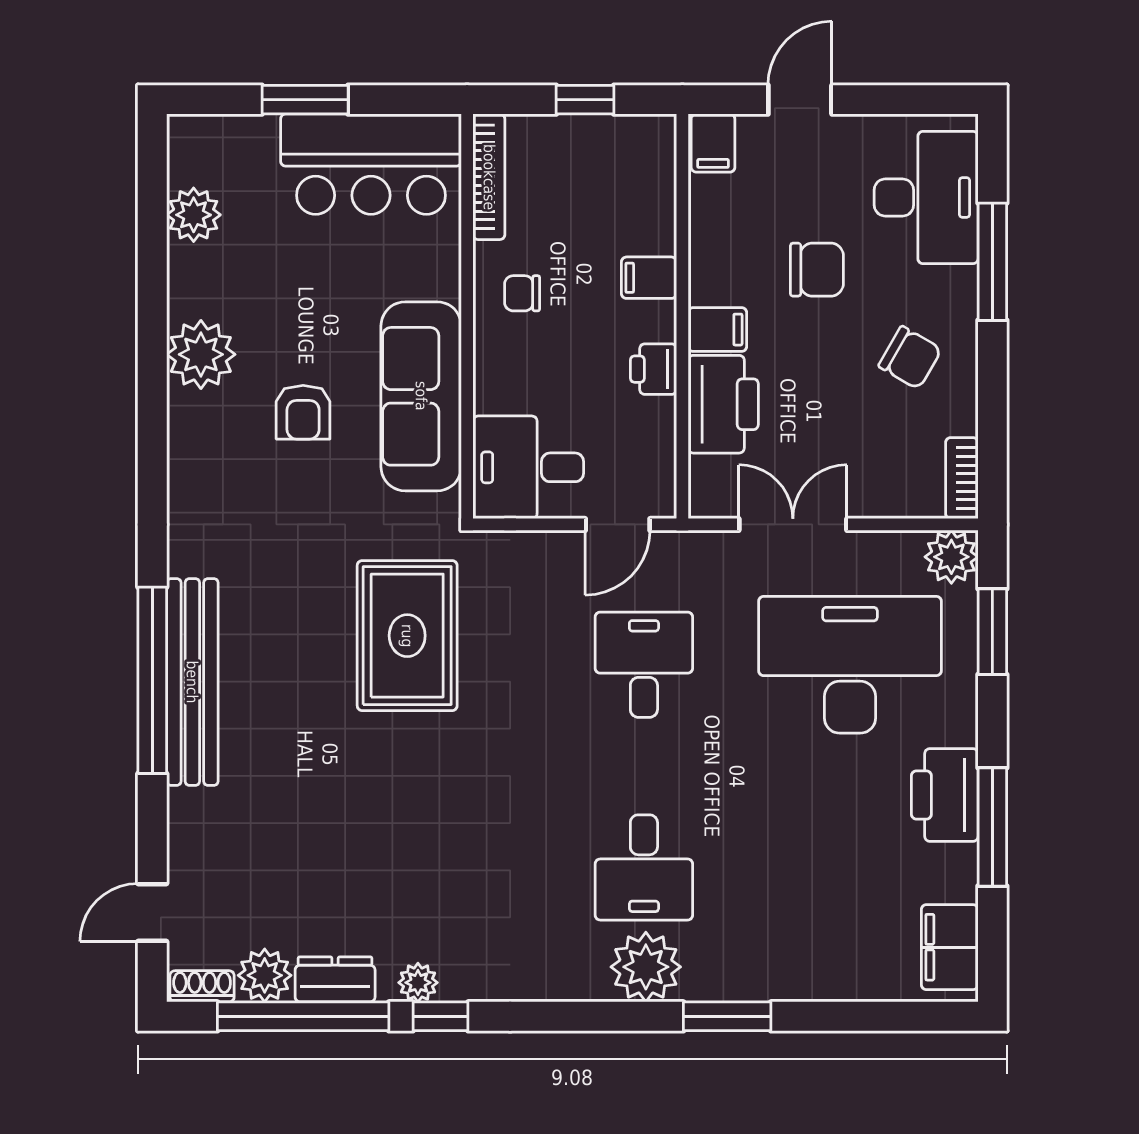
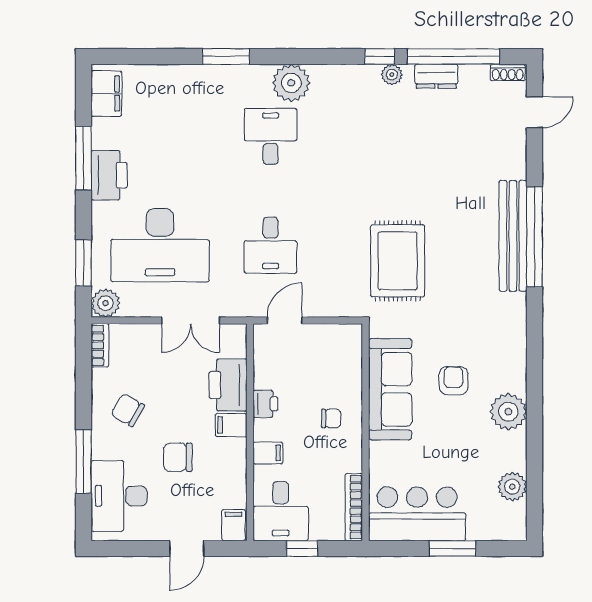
chair: (522, 293) -> (331, 418), moved
desk: (528, 467) -> (281, 511), moved, turned 90
plant: (646, 967) -> (291, 83), moved
plant: (265, 975) -> (474, 78), removed

